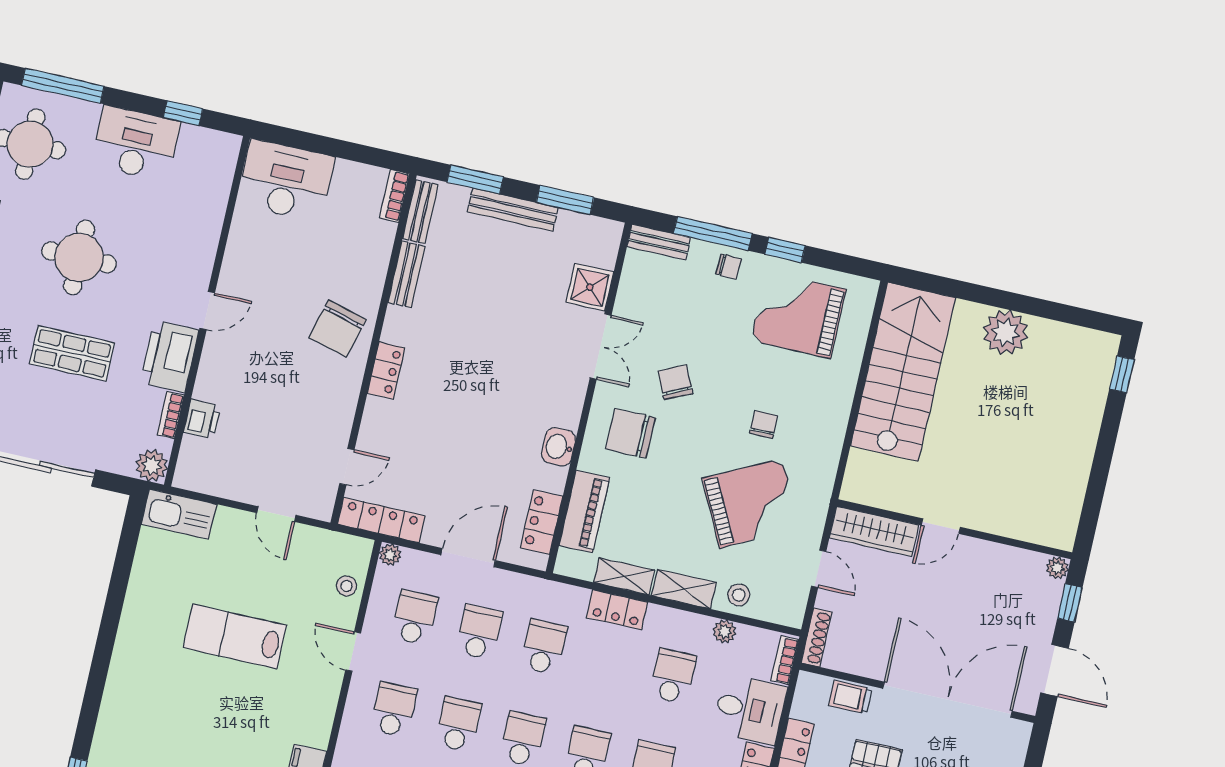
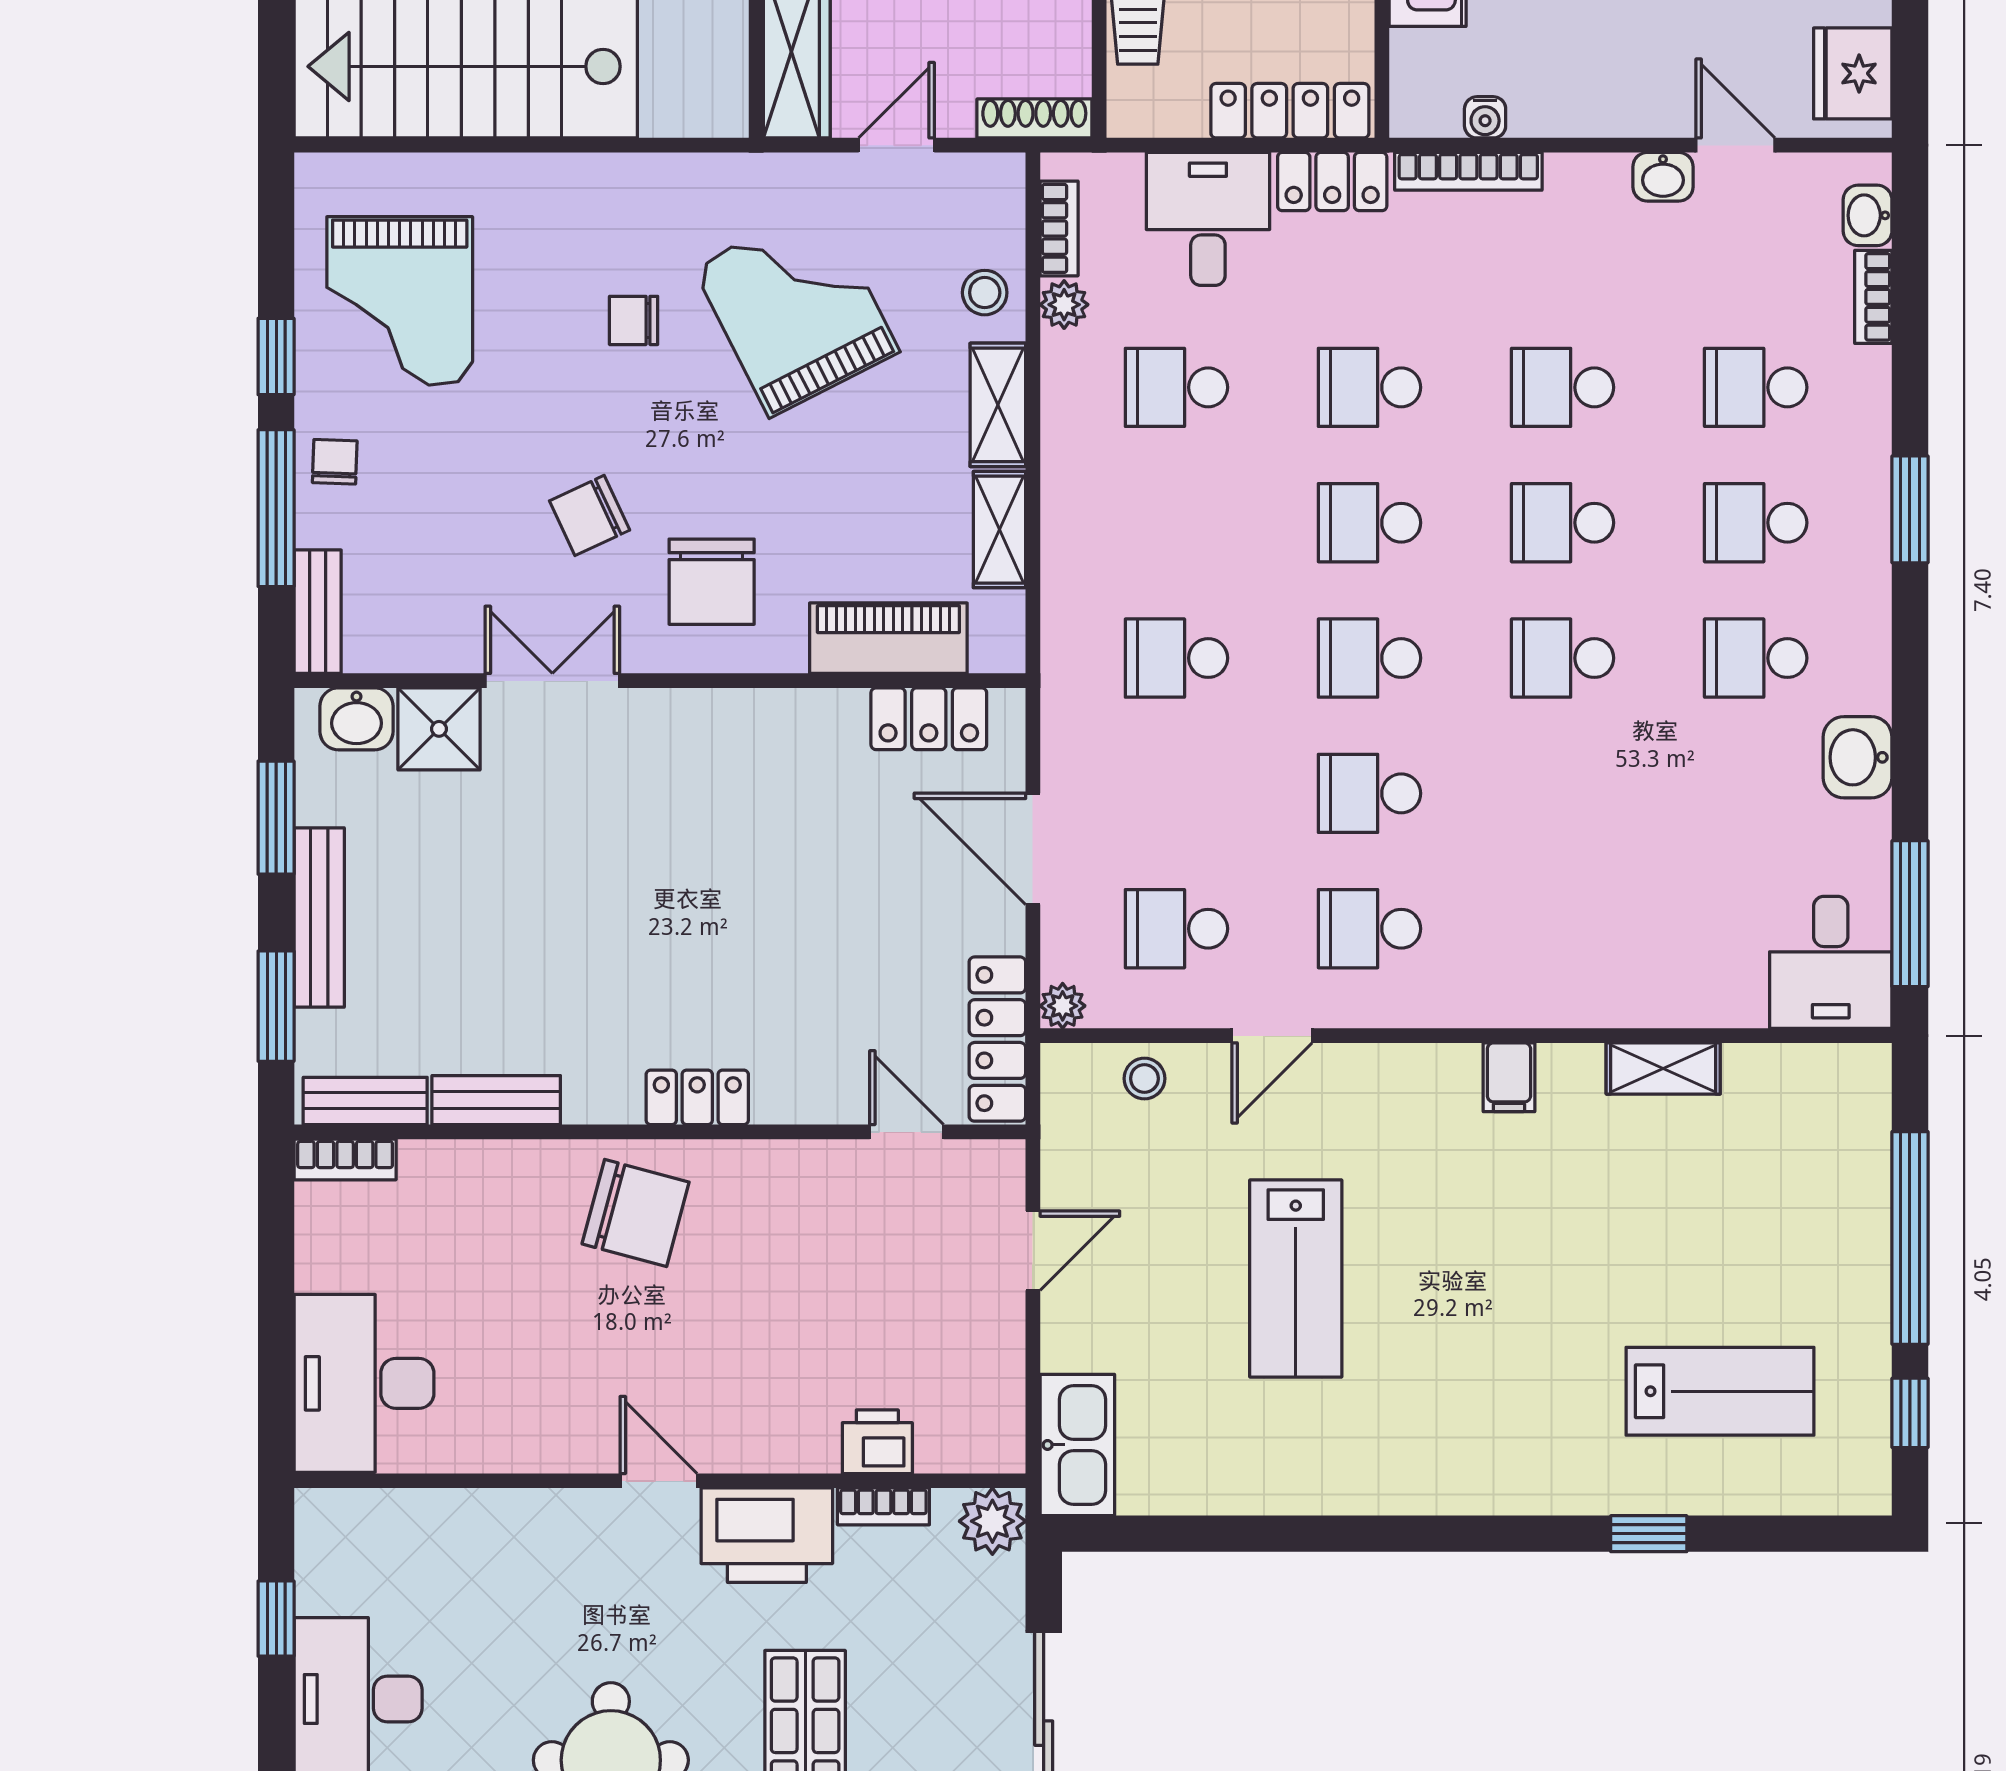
washbasin: (559, 447) -> (356, 719), moved
locker: (617, 610) -> (1069, 529), removed
school desk: (479, 632) -> (1176, 793), removed
bookcase: (785, 660) -> (1059, 228), moved, turned -90

